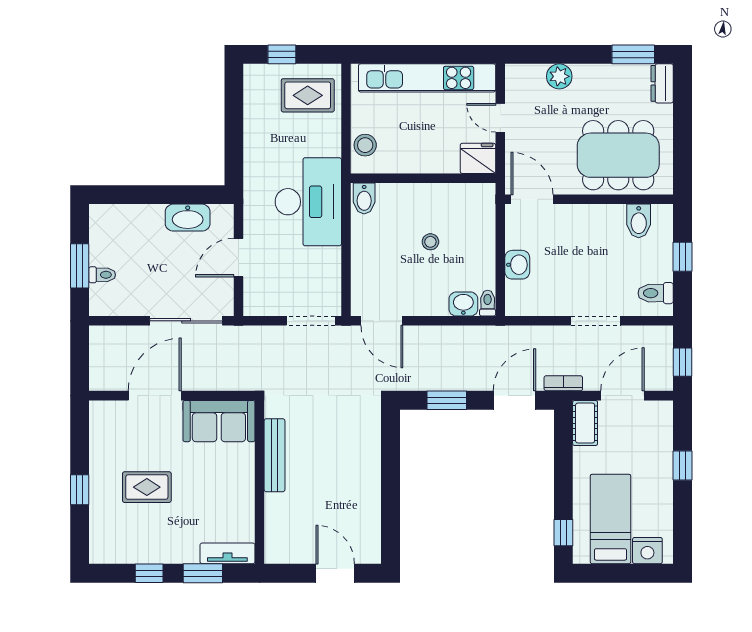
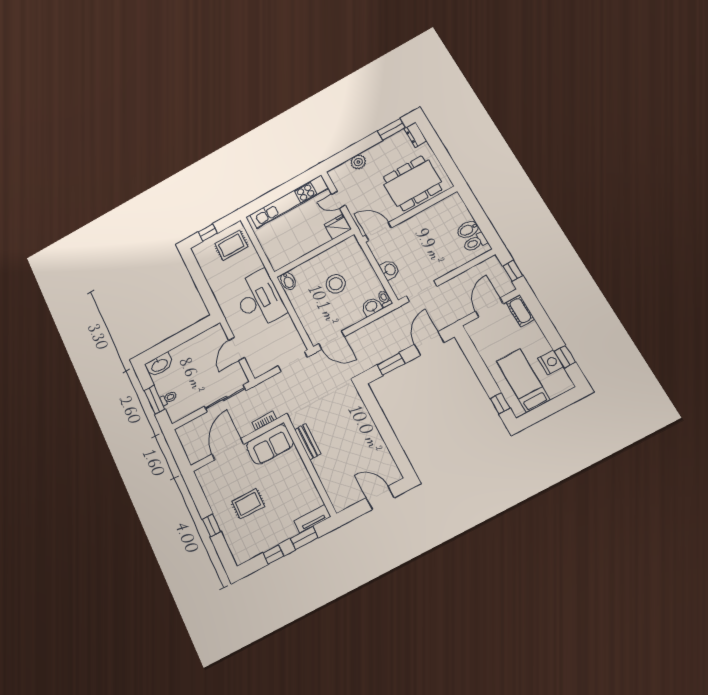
stool: (365, 145) -> (274, 253), removed
washbasin: (188, 218) -> (159, 365), moved
bidet: (639, 221) -> (468, 229), moved, turned 90
stool: (430, 242) -> (336, 284), width x1.89, depth x1.89
window: (683, 257) -> (479, 215), removed
doorway: (596, 321) -> (421, 291), moved
bookcase: (563, 383) -> (264, 421), moved
cot: (585, 423) -> (520, 311), moved
bench: (275, 455) -> (308, 442), width x0.73
window: (683, 466) -> (565, 357), moved
nightstand: (647, 551) -> (551, 362), moved, turned -90

